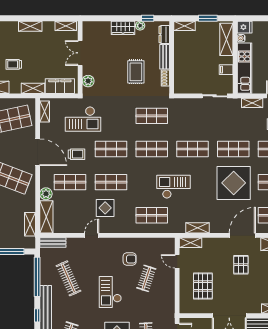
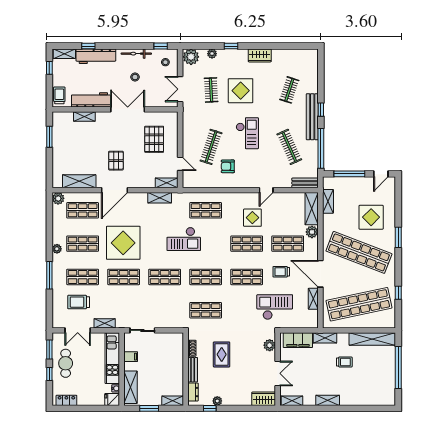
wardrobe: (123, 28) -> (264, 399), moved
shelving: (45, 111) -> (313, 299), moved
clothes rail: (146, 278) -> (211, 147), width x1.36

